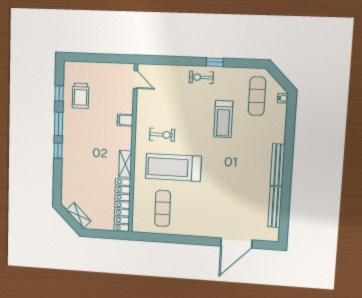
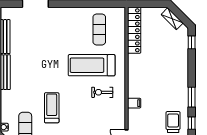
window: (58, 151) -> (192, 42), moved
shelving: (125, 164) -> (133, 66), removed
treadmill: (173, 167) -> (92, 65), turned 180

